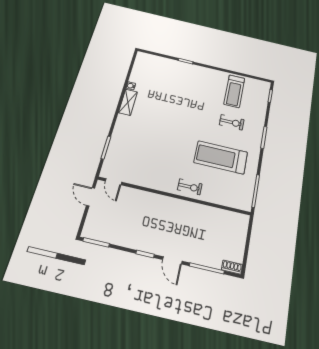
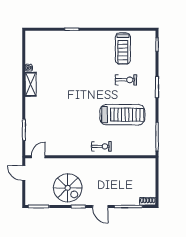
treadmill: (221, 157) -> (122, 115), turned 180
door: (113, 182) -> (38, 157), swing flipped
spiral stairs: (138, 227) -> (68, 188), added

